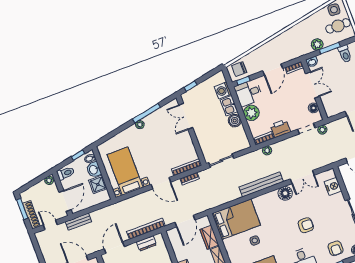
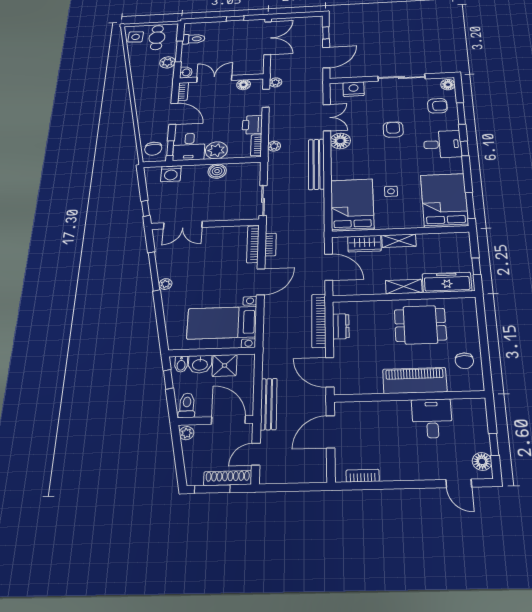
kitchen sink: (229, 106) -> (194, 172), removed
bench: (78, 222) -> (269, 404), width x1.36

